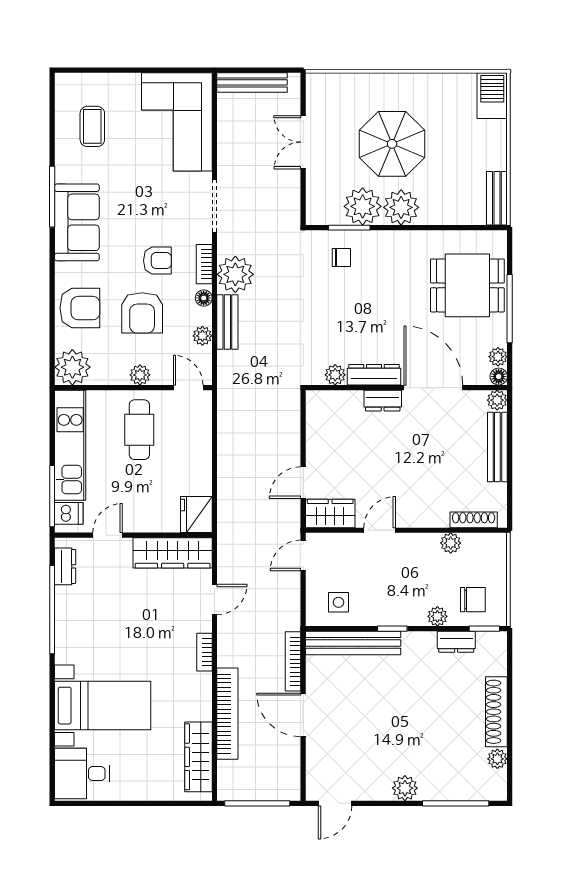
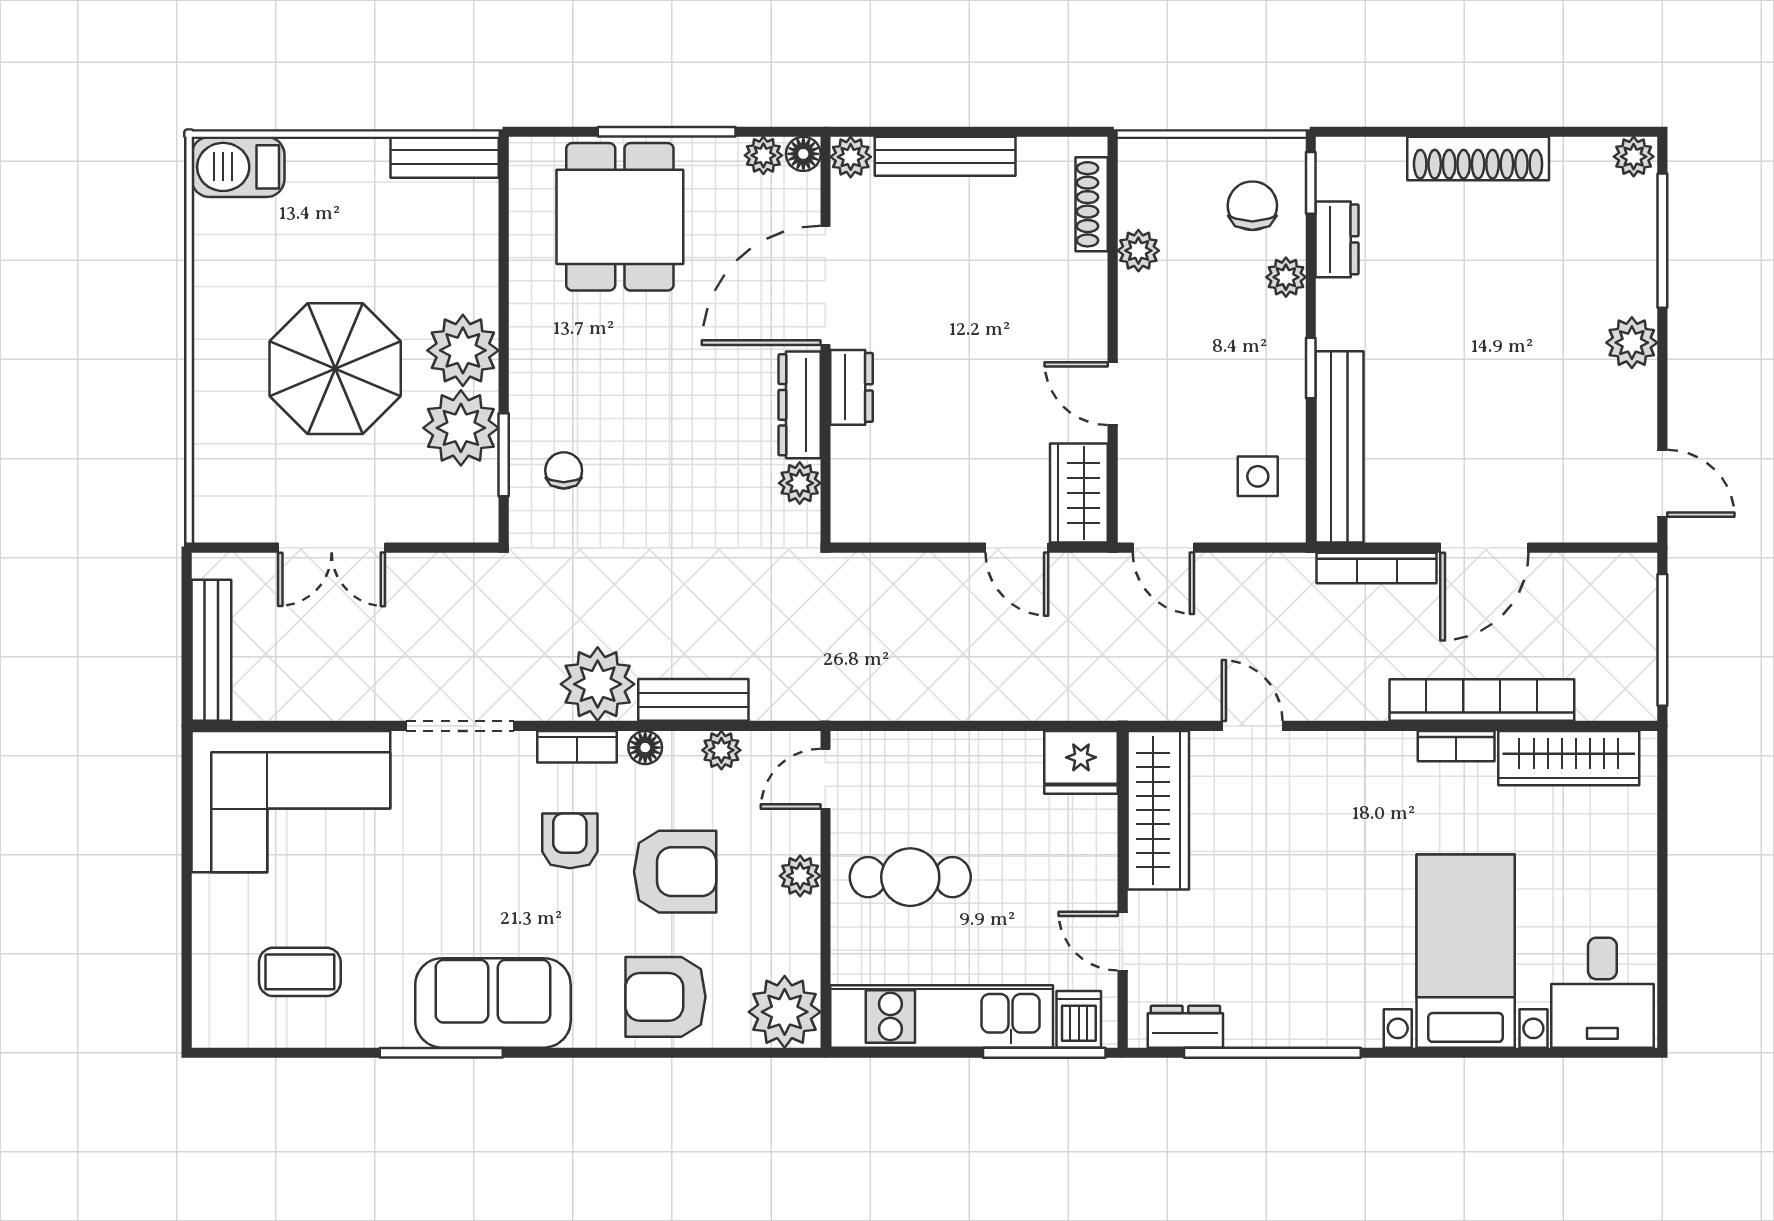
armchair: (80, 308) -> (665, 997), turned -90
bookcase: (204, 652) -> (1456, 746), moved
plant: (497, 759) -> (1634, 157), moved

